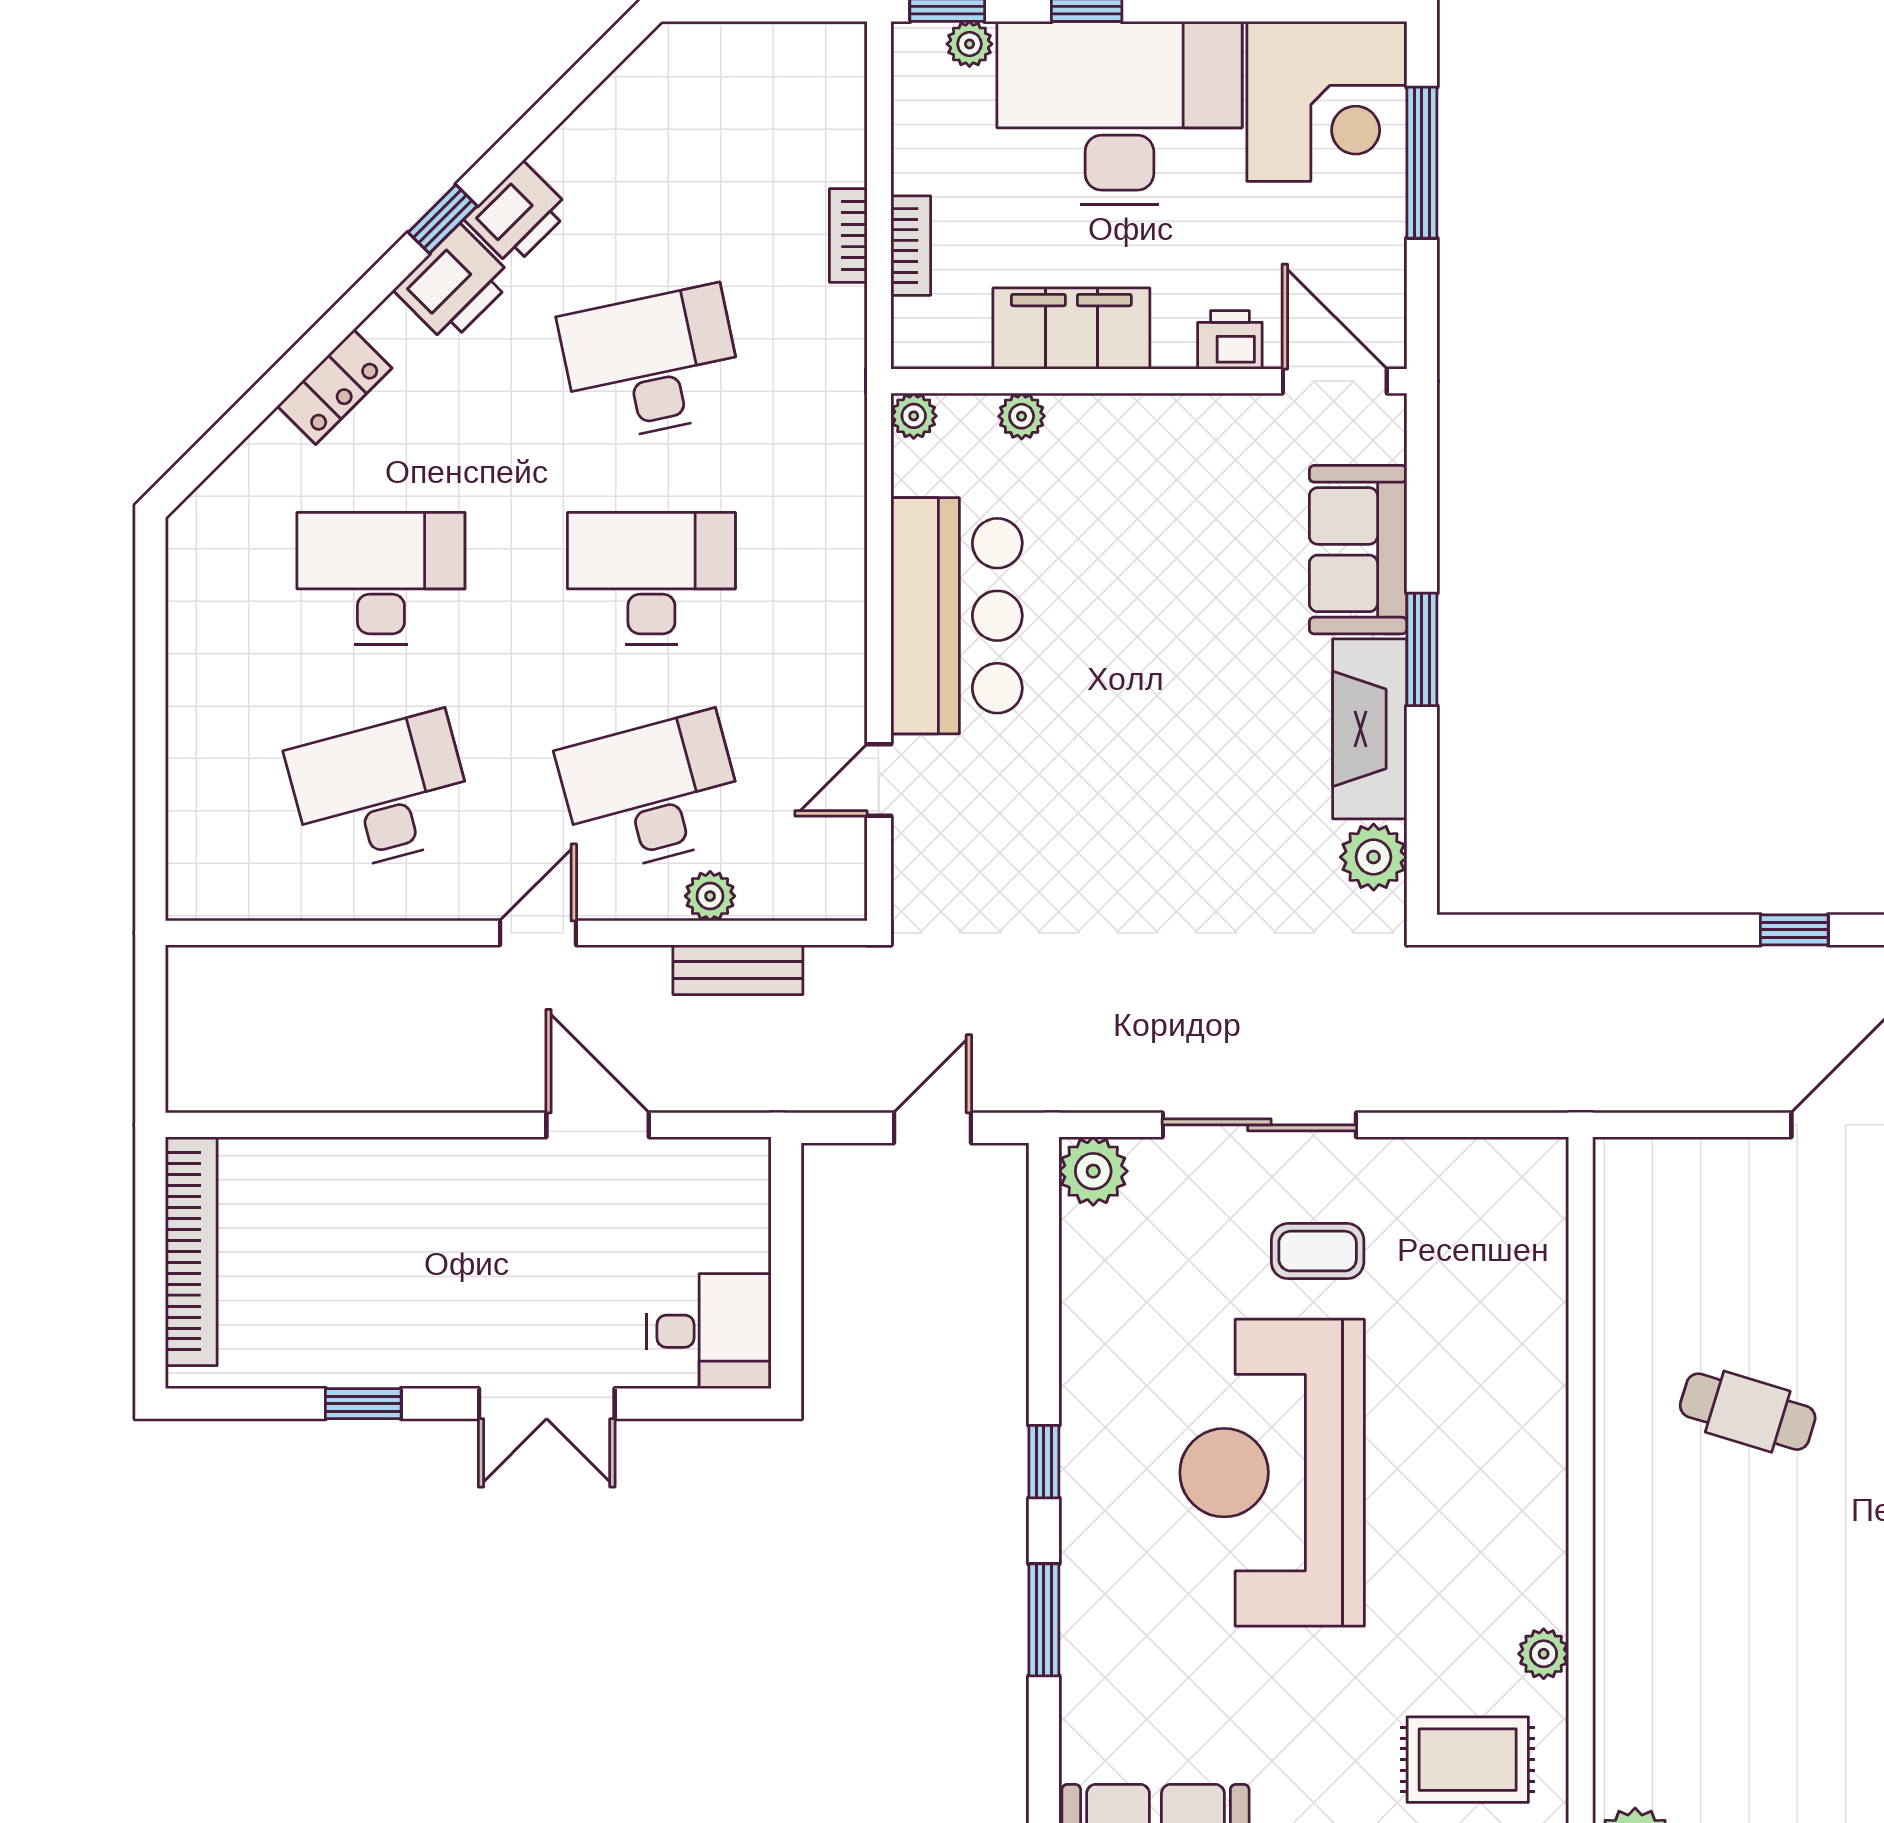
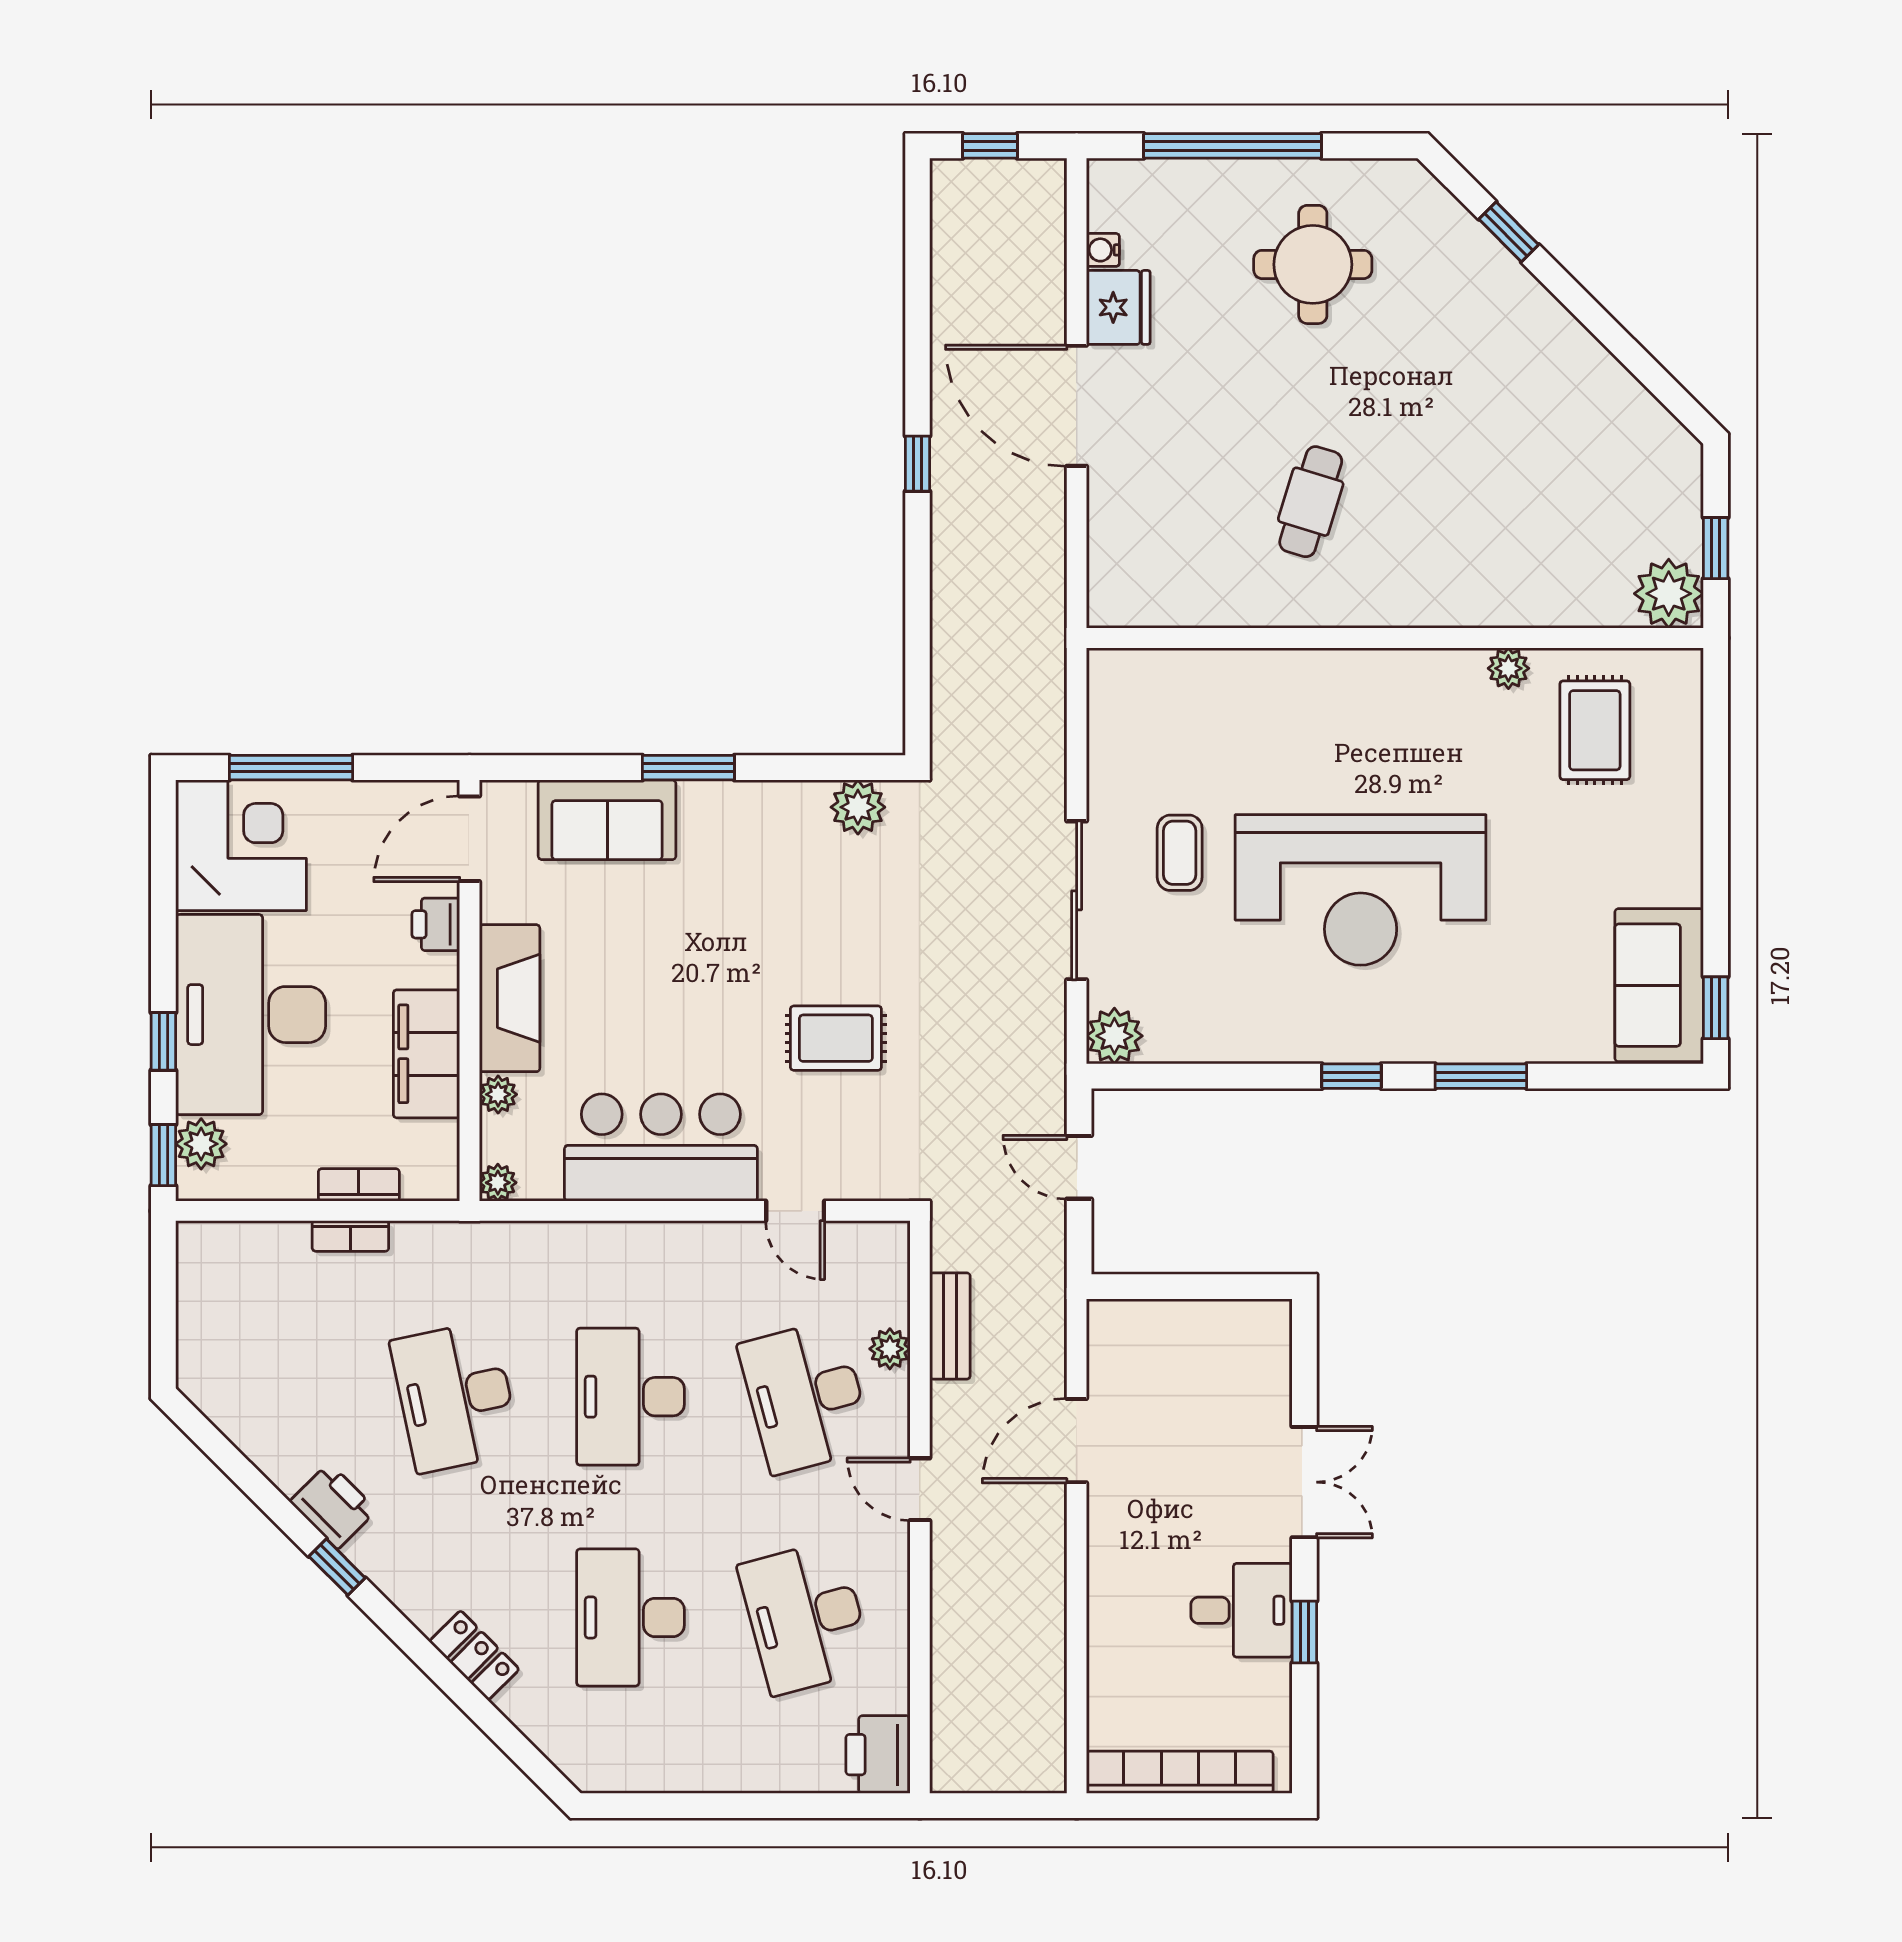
plant: (969, 44) -> (201, 1144), width x1.38, depth x1.38
printer: (454, 284) -> (878, 1755), moved, turned -135
fireplace: (1370, 729) -> (510, 998), moved, turned -90
rug: (1091, 830) -> (836, 1038), added
desk: (709, 1331) -> (1241, 1610), moved, turned 90

